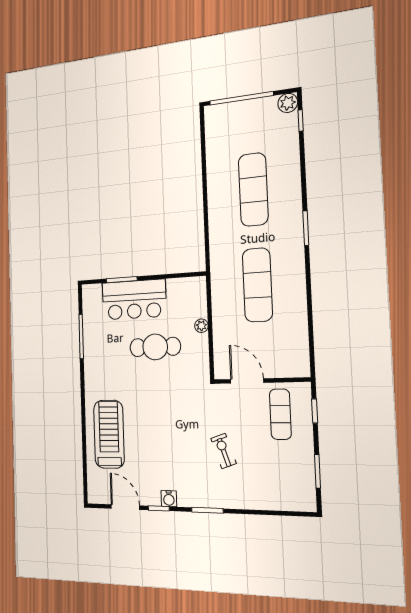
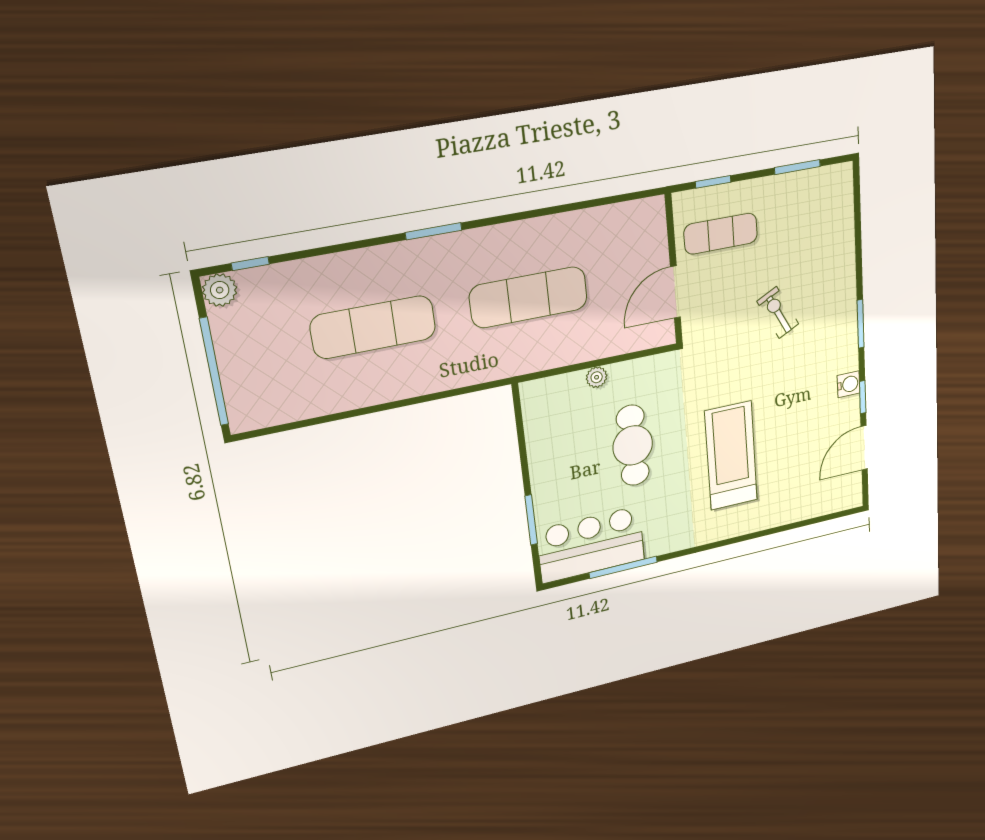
bar counter: (134, 300) -> (591, 545), moved, turned -90
treadmill: (109, 434) -> (731, 456), moved, turned 90
exercise bike: (224, 451) -> (778, 313), turned 82

